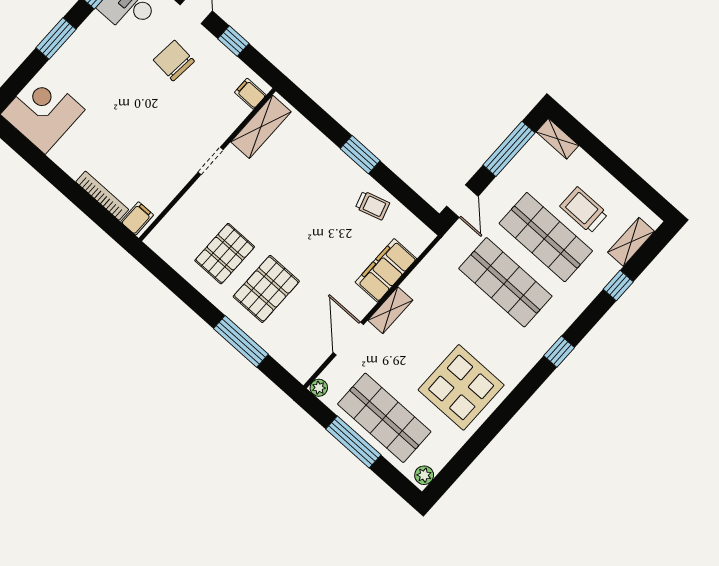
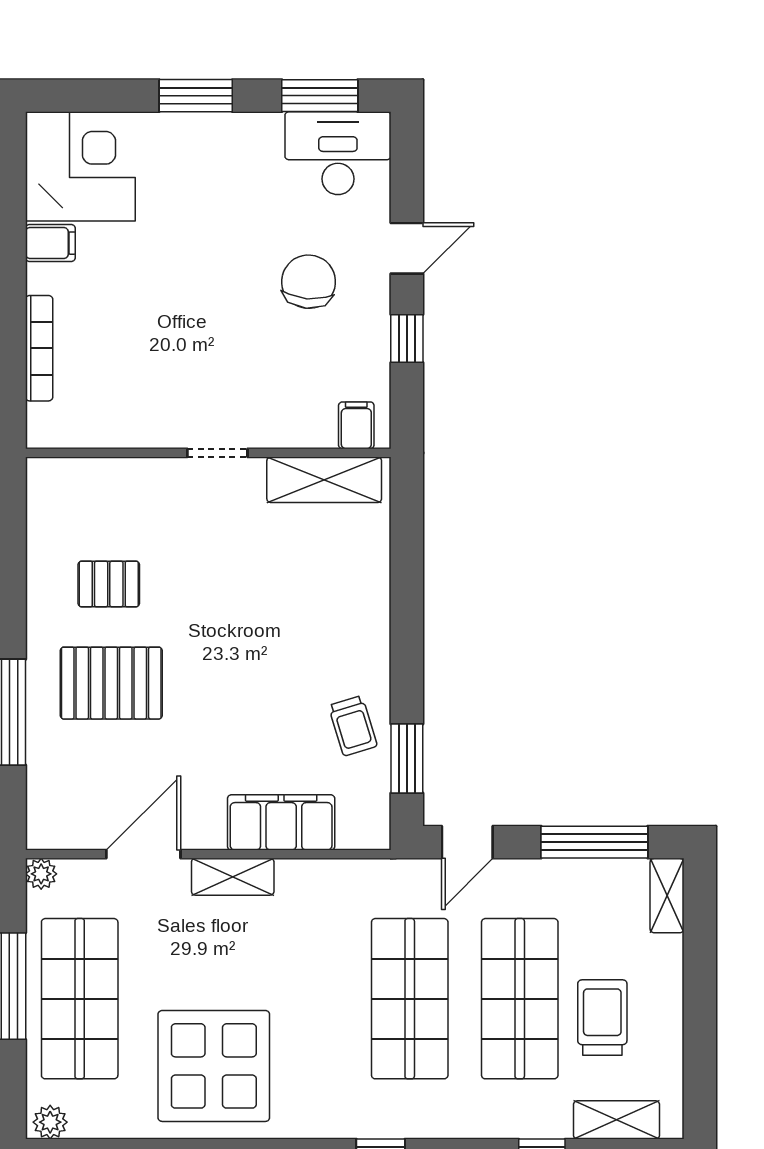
window: (360, 155) -> (407, 759), moved
filing cabinet: (137, 218) -> (50, 243), moved
pallet: (225, 254) -> (109, 584), width x0.67, depth x0.71

